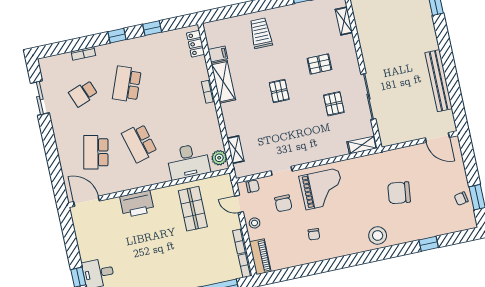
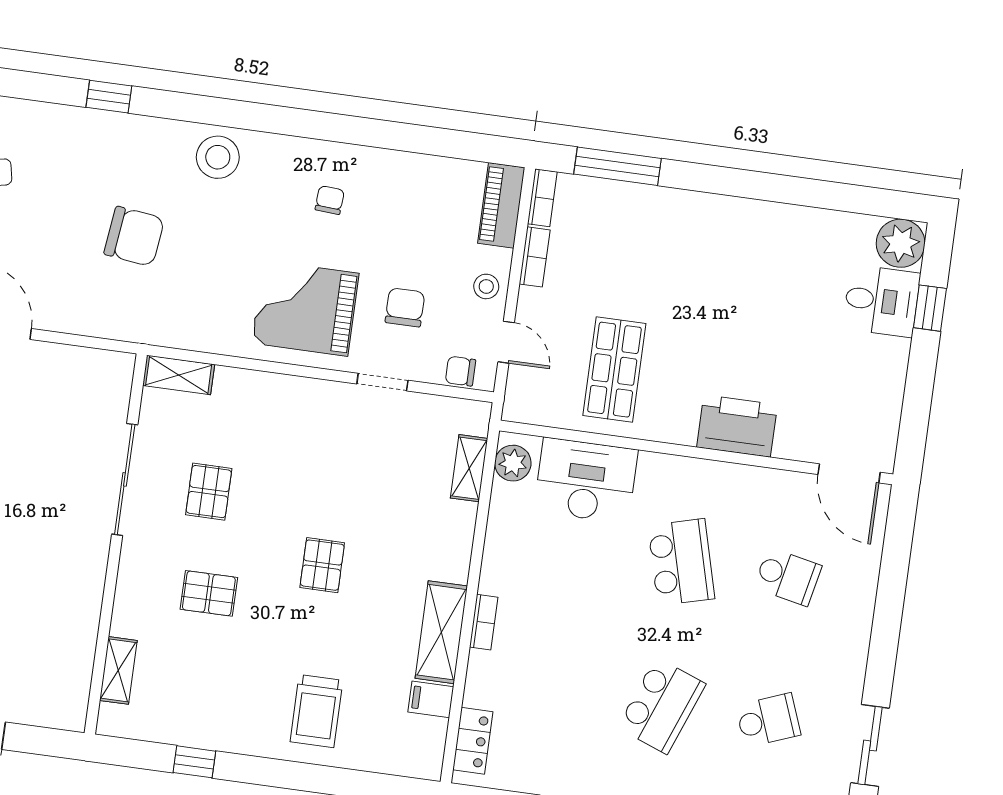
school desk: (96, 152) -> (788, 577), width x0.54
chair: (314, 234) -> (330, 200), moved

